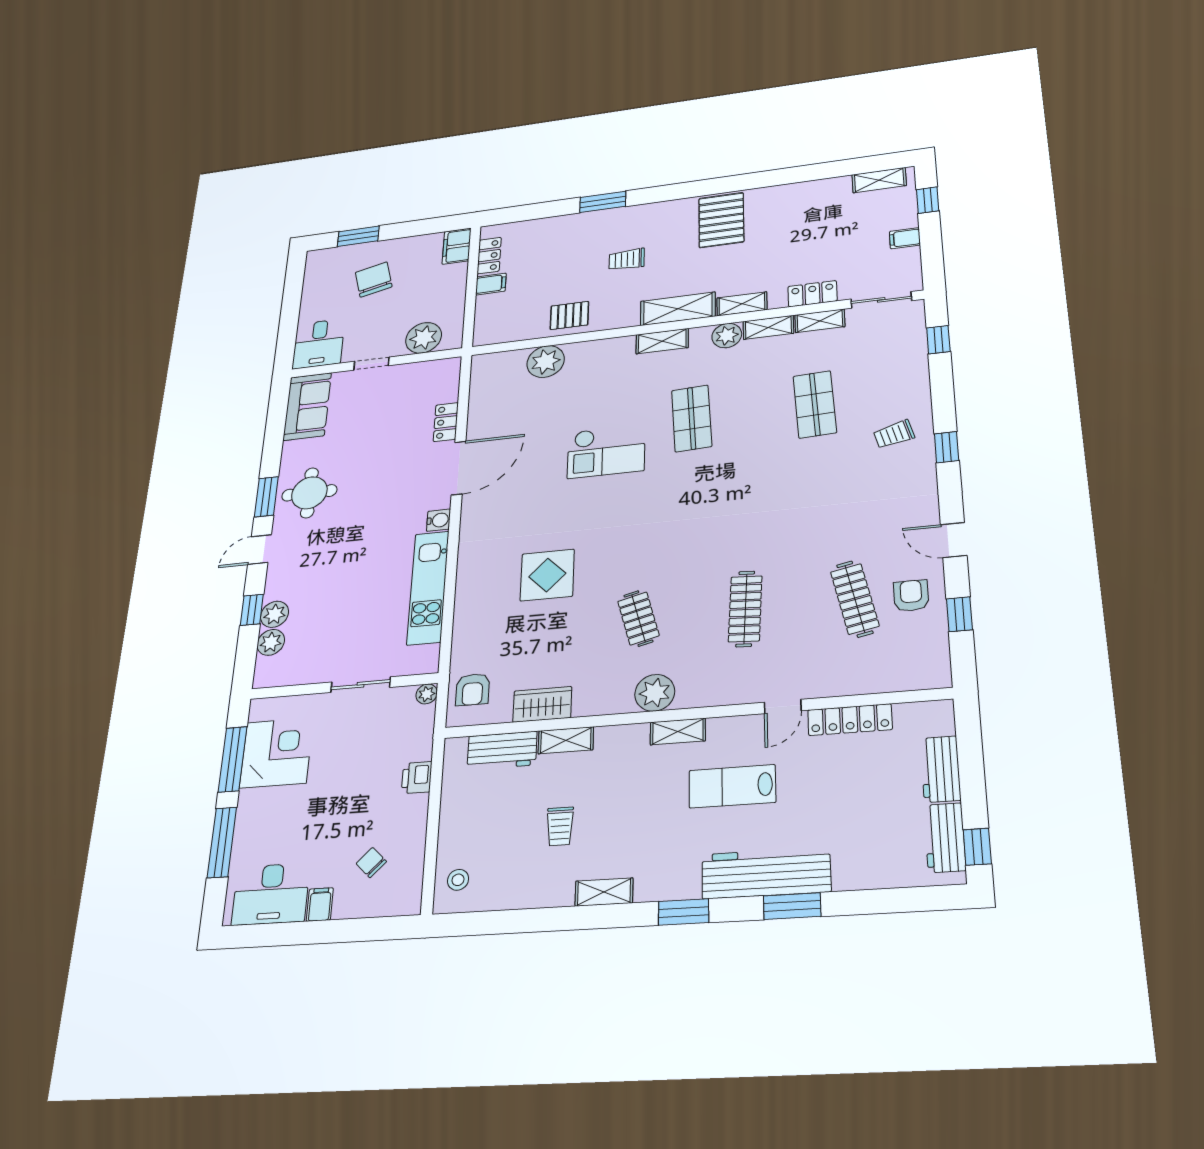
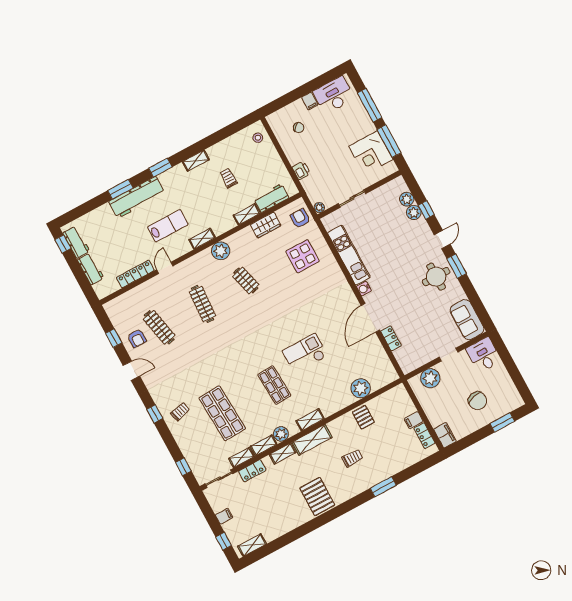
pallet: (569, 315) -> (363, 417), turned 90
shop shelf: (815, 404) -> (222, 413), width x1.43, depth x1.36
display table: (547, 575) -> (302, 256), moved

